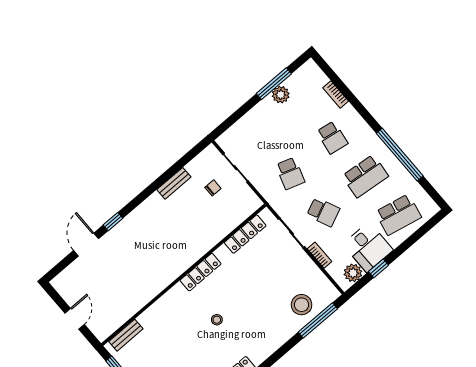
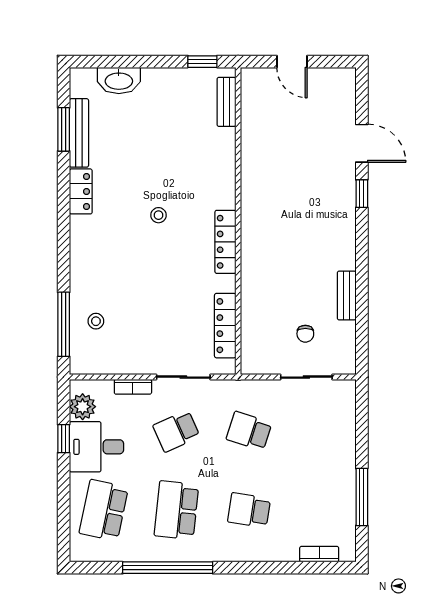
bookcase: (336, 94) -> (319, 554), moved
plant: (281, 95) -> (344, 494), removed
stool: (302, 305) -> (96, 321), width x0.53, depth x0.53

